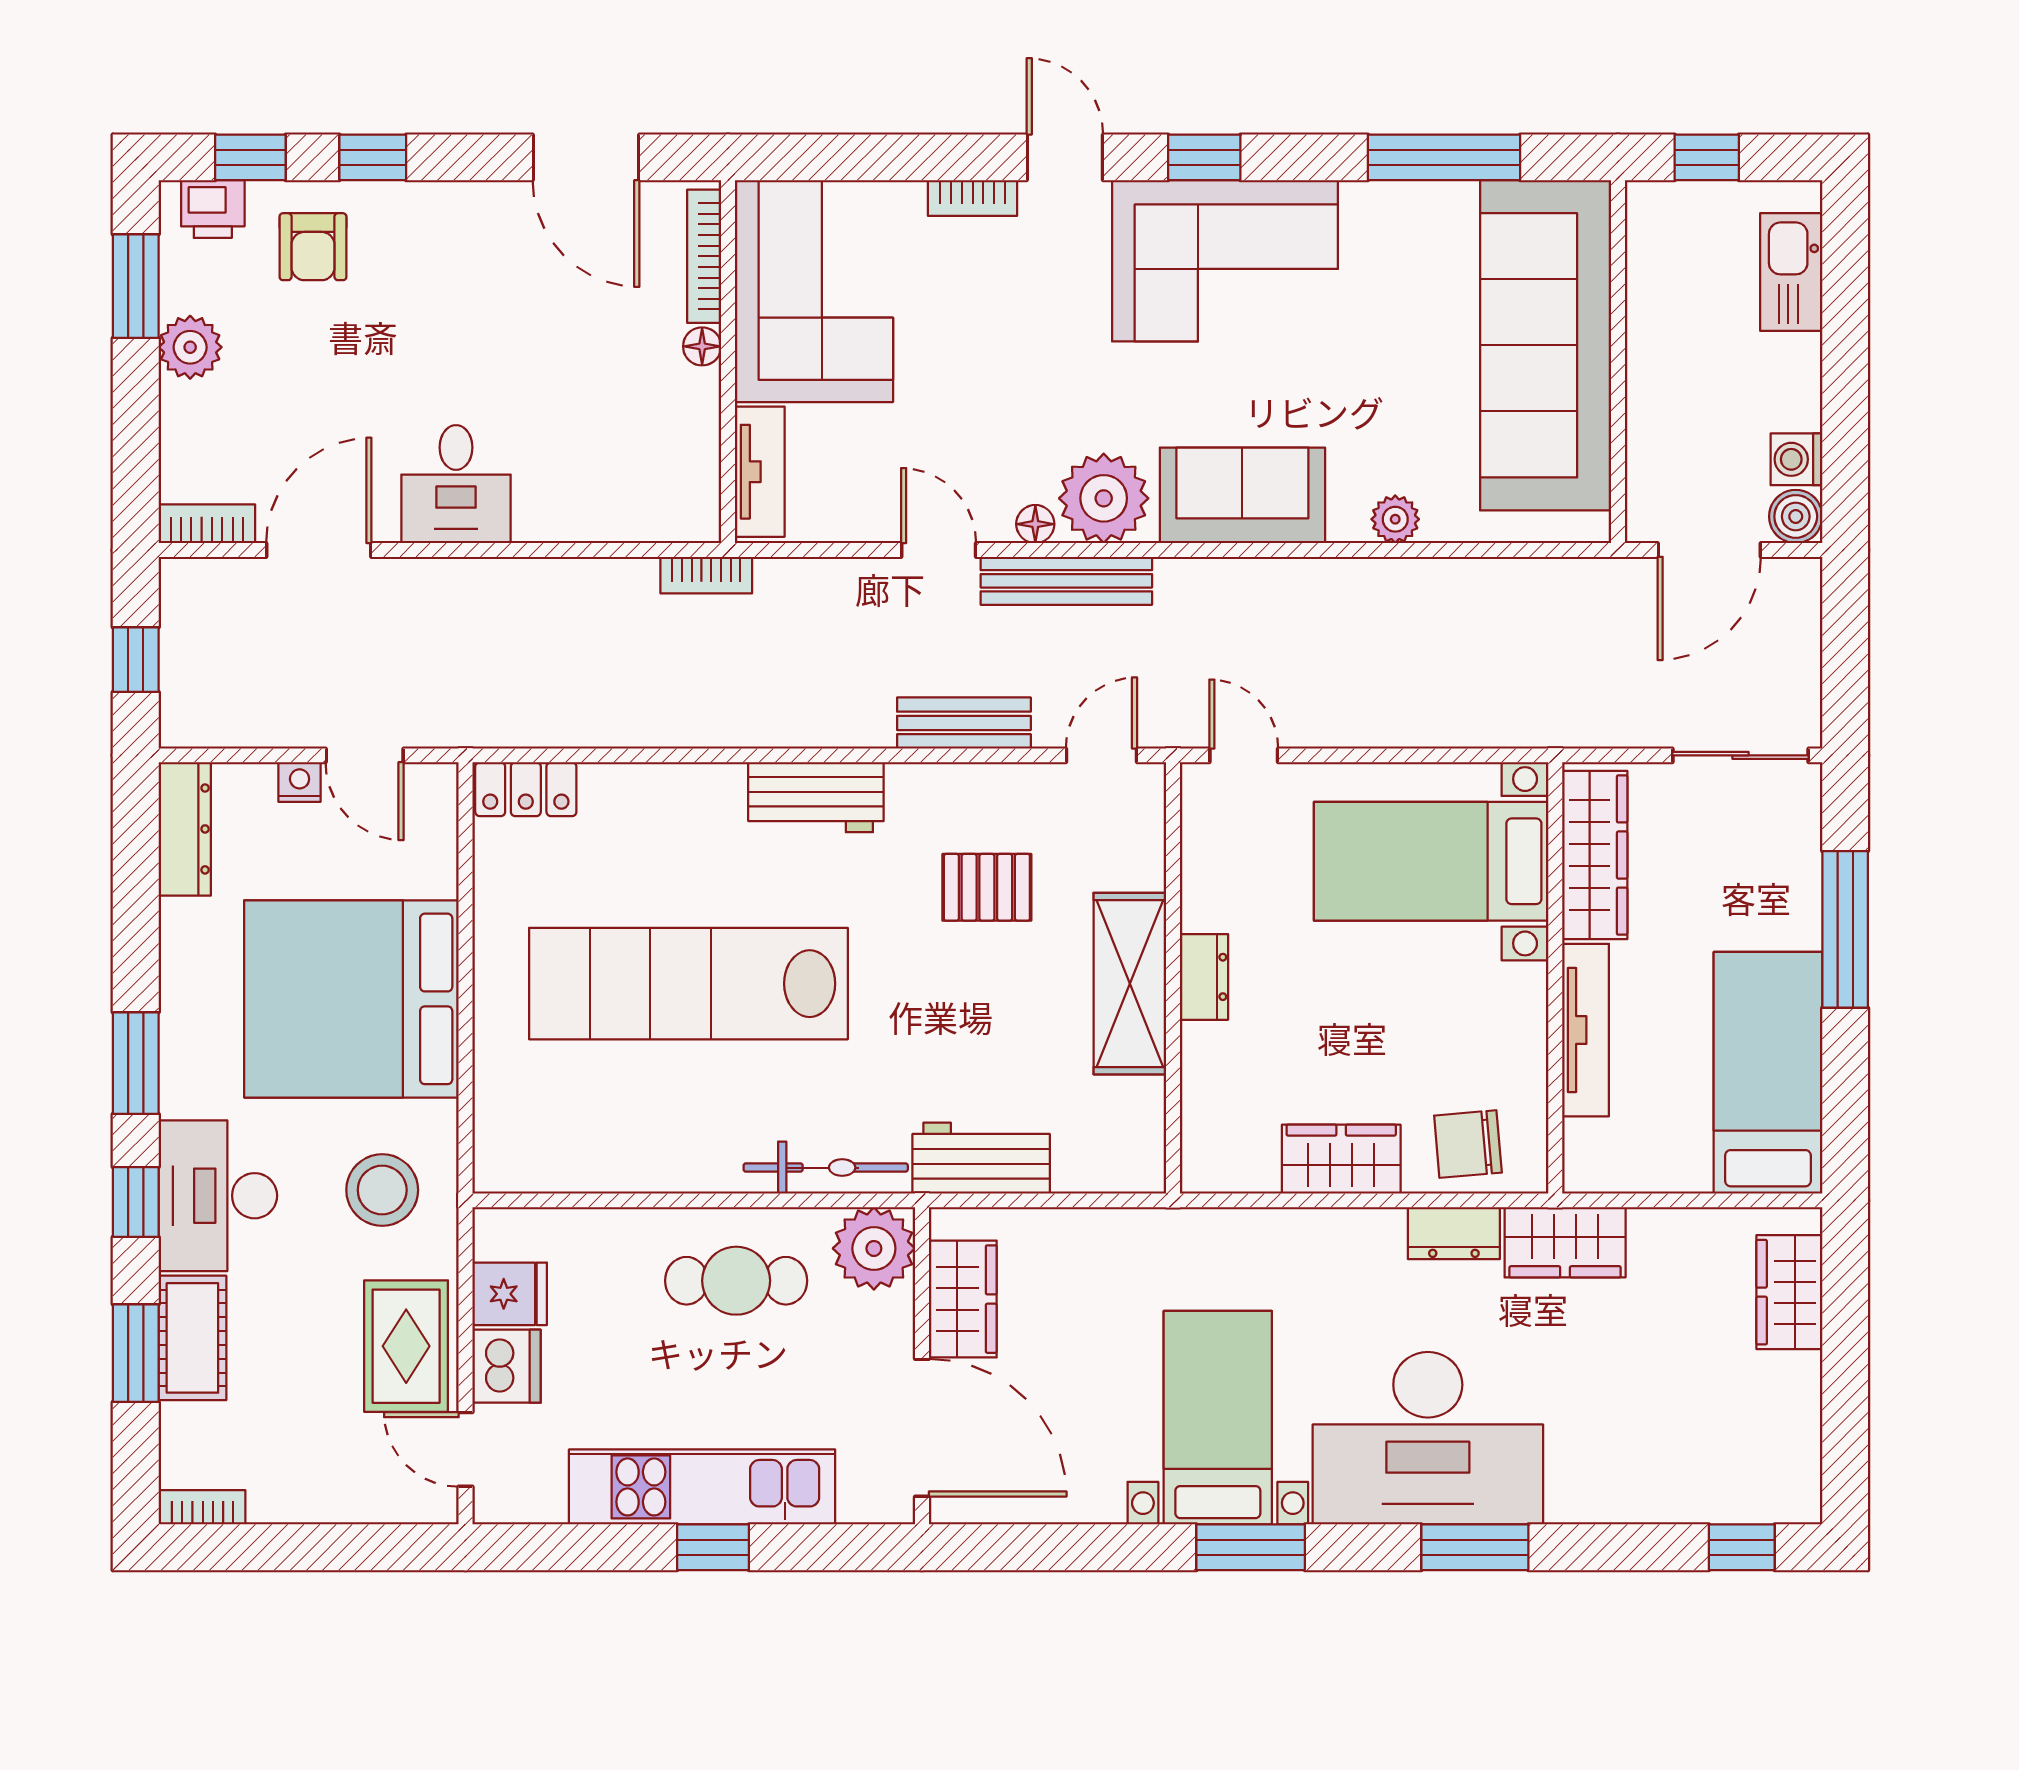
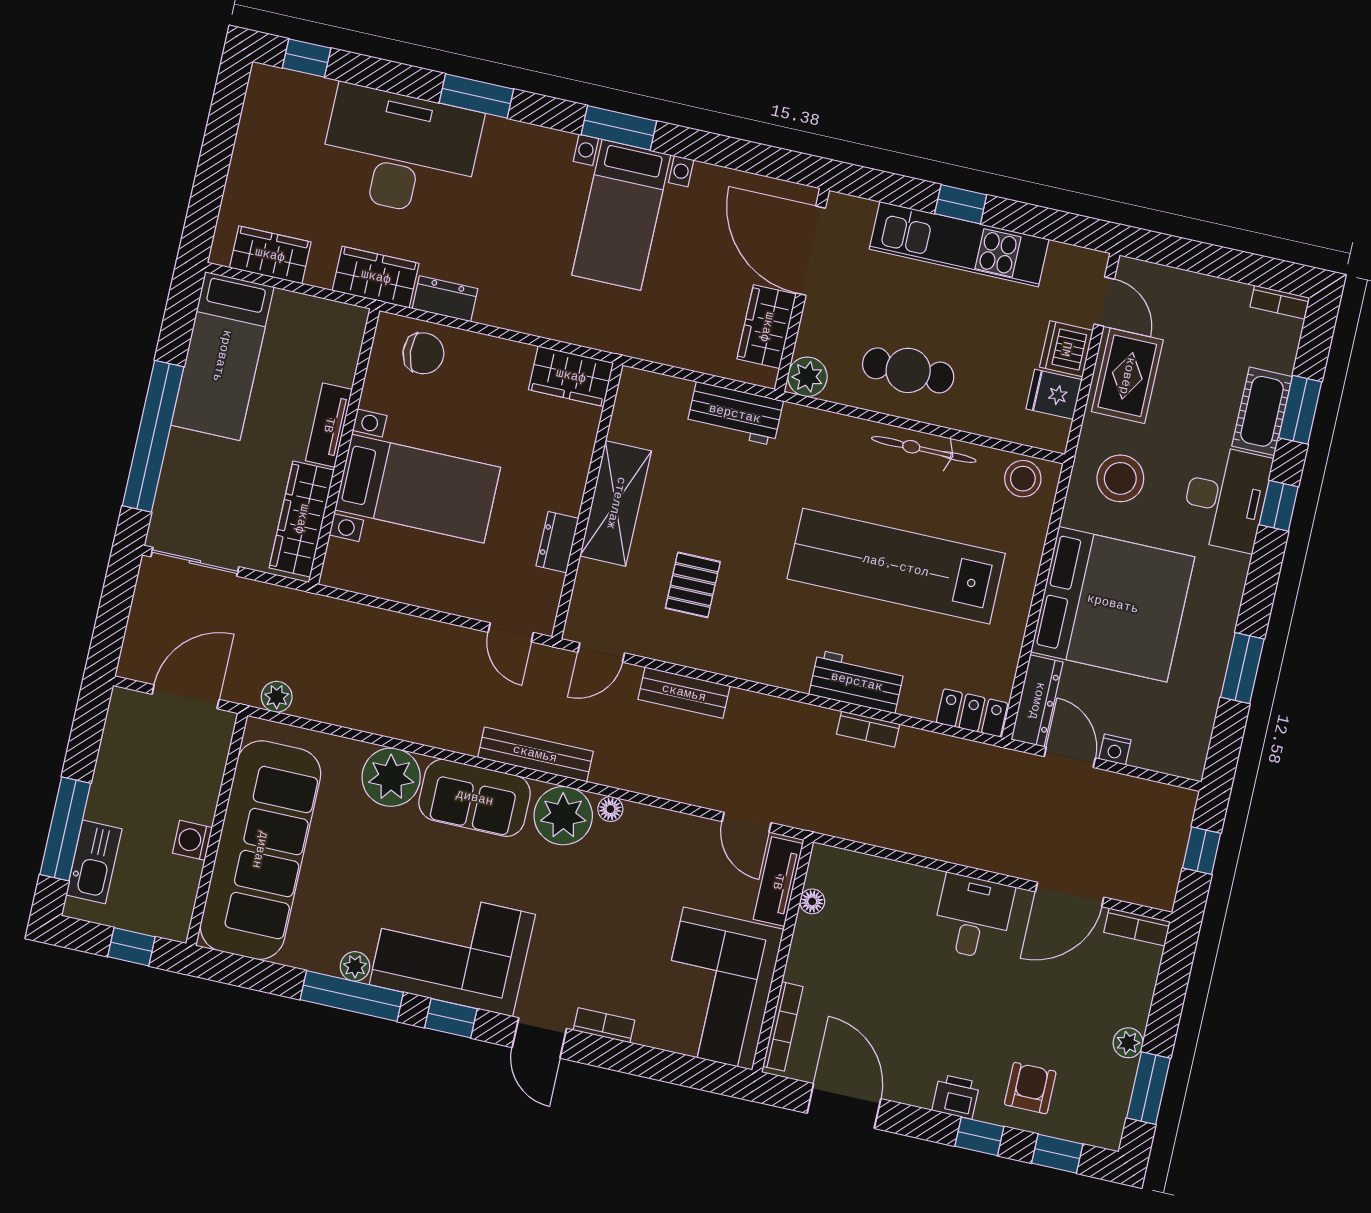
window: (1444, 157) -> (352, 996), moved
plant: (1365, 203) -> (355, 966), added
printer: (213, 209) -> (956, 1097), moved
window: (1845, 312) -> (65, 829), added
floor lamp: (702, 346) -> (812, 901), moved
plant: (190, 347) -> (1128, 1043), width x0.73, depth x0.73
washing machine: (1796, 459) -> (192, 840), moved, turned 180
boiler: (1796, 516) -> (126, 706), removed
plant: (1395, 519) -> (391, 777), width x1.88, depth x1.88
door: (939, 550) -> (747, 822), moved
bookcase: (706, 575) -> (868, 729), moved, turned 180
plant: (1573, 580) -> (277, 697), added
bench: (1066, 581) -> (535, 754), moved
workbench: (816, 797) -> (857, 682), moved
dresser: (185, 829) -> (1037, 701), moved, turned 180
bed with nightstands: (1431, 861) -> (418, 489), moved
pallet: (987, 887) -> (693, 585), turned 90
window: (1845, 929) -> (153, 436), width x1.46
dresser: (1204, 977) -> (557, 542), moved
lab bench: (688, 984) -> (896, 566), turned 180
tv unit: (1586, 1030) -> (329, 425), width x0.71
window: (136, 1063) -> (1242, 668), moved
stool: (528, 1157) -> (1023, 479), added
wardrobe: (1341, 1159) -> (571, 376), moved
bicycle: (826, 1168) -> (924, 449), moved
plant: (874, 1248) -> (807, 377), width x0.73, depth x0.73
wardrobe: (1789, 1292) -> (270, 255), moved, turned -90
desk: (1428, 1438) -> (400, 152), moved

